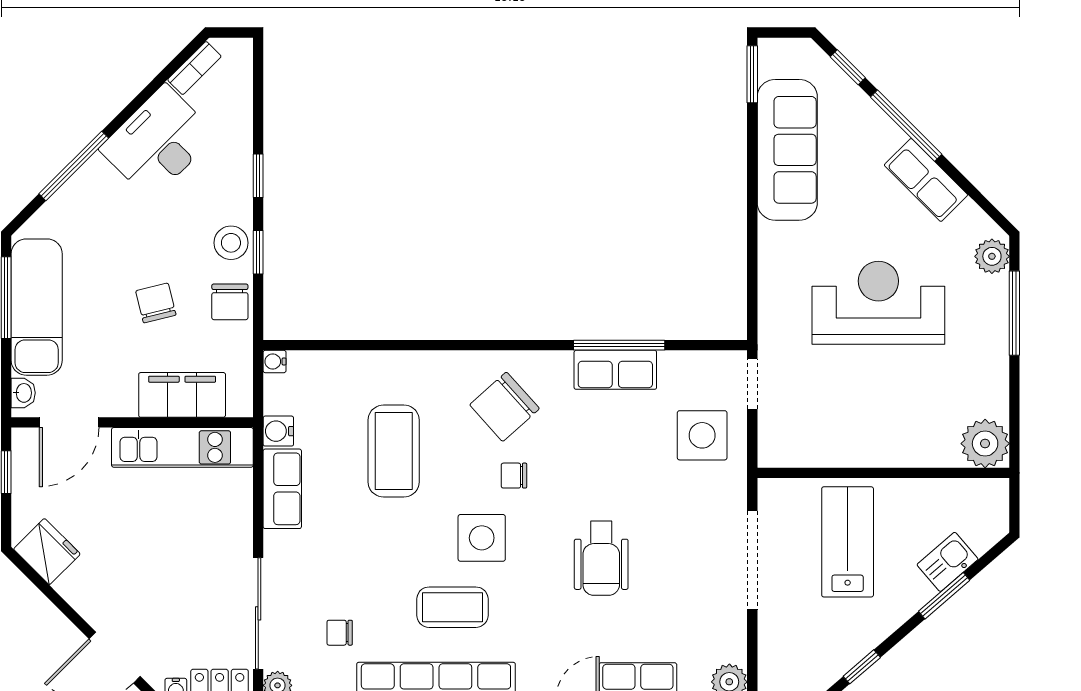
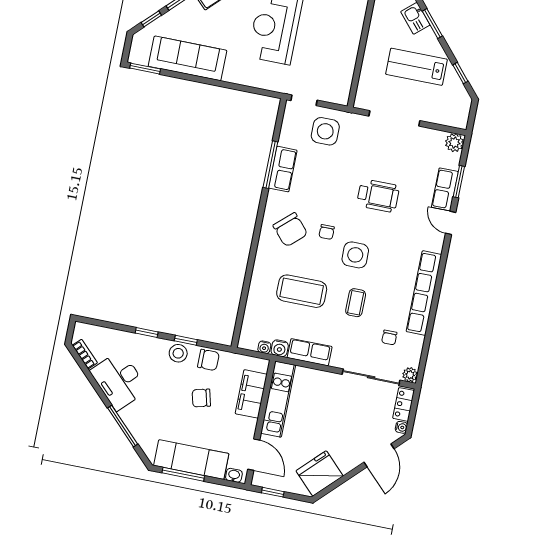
water cooler: (275, 361) -> (264, 347), moved
lab bench: (848, 542) -> (416, 67), moved
fridge: (47, 552) -> (320, 473), width x1.36, depth x1.34
coffee table: (452, 607) -> (356, 303), moved, width x0.73, depth x0.77

